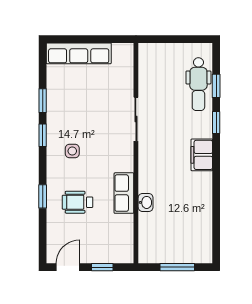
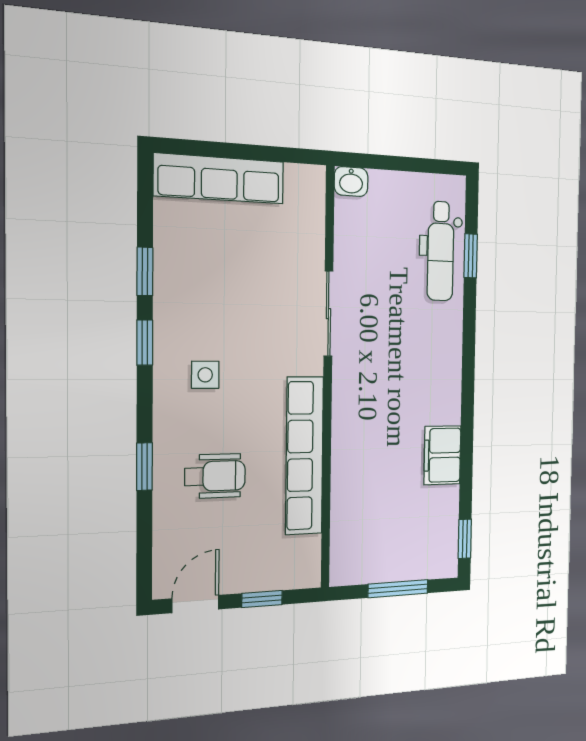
window: (216, 123) -> (465, 539), moved
filing cabinet: (202, 155) -> (442, 455), moved
row of seats: (124, 193) -> (304, 456), width x2.02
wheelchair: (78, 202) -> (215, 476), turned 180
washbasin: (146, 202) -> (351, 182), moved, turned 90

